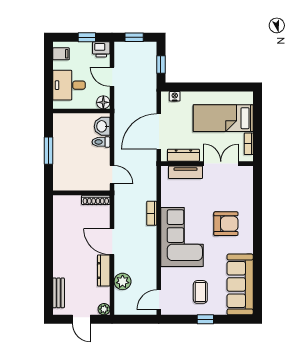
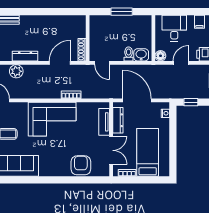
door: (112, 175) -> (102, 63), hinge flipped
armchair: (226, 224) -> (81, 165), moved, turned 180
door: (112, 242) -> (60, 63), moved

